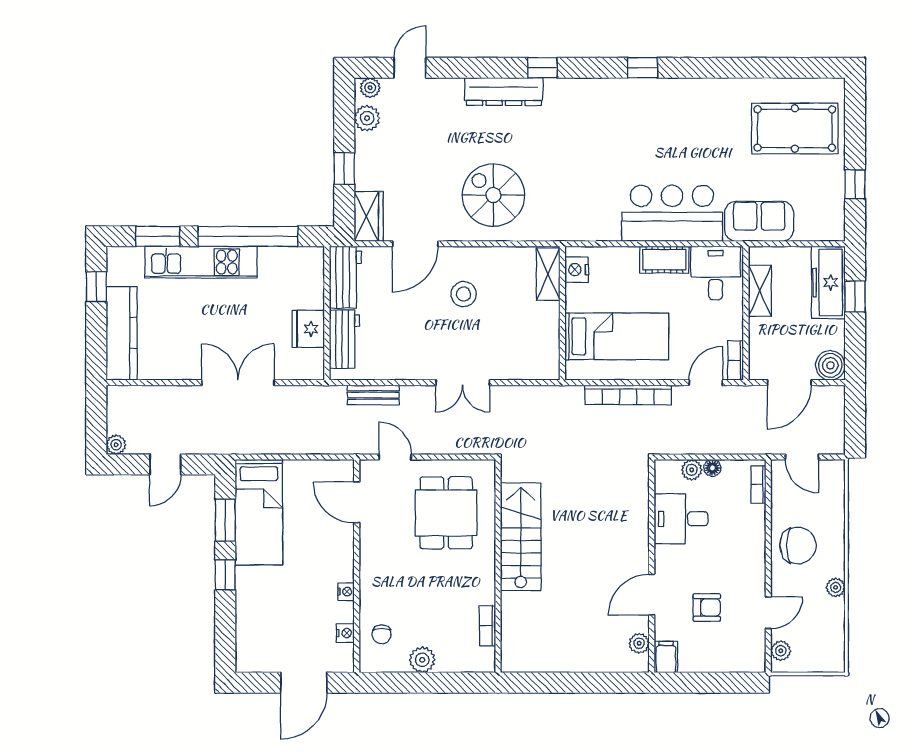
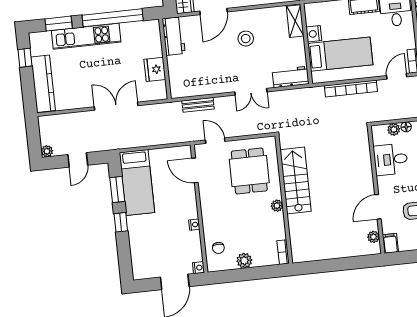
nightstand: (577, 270) -> (314, 34), moved
workbench: (344, 339) -> (291, 77), moved, turned -90
plant: (486, 575) -> (277, 206), added
bookcase: (487, 626) -> (283, 252), moved
nightstand: (345, 633) -> (198, 268), moved

